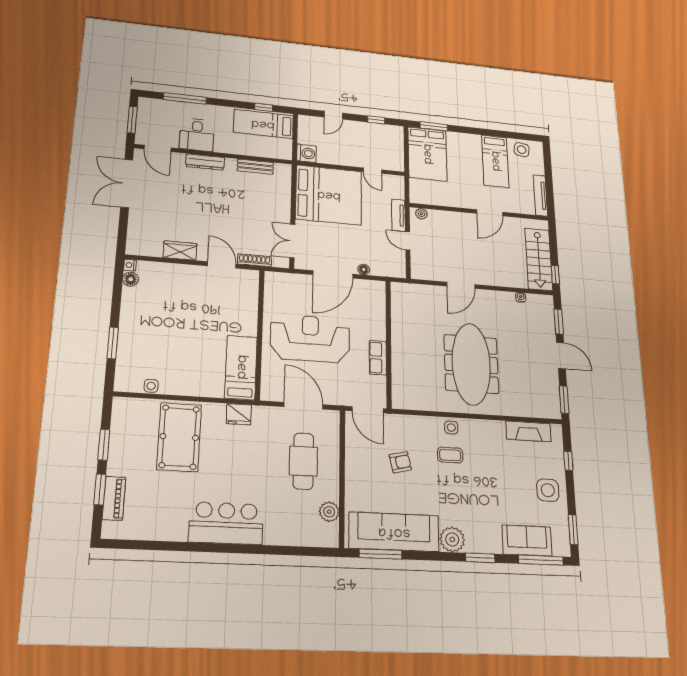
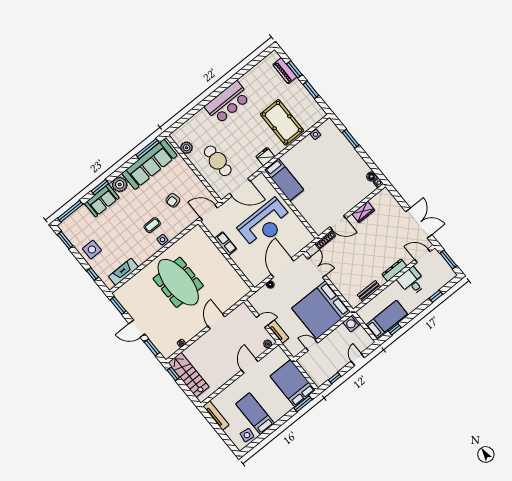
window: (185, 98) -> (436, 296), width x0.46
door: (490, 213) -> (250, 366), moved
sofa: (527, 540) -> (102, 201), moved

